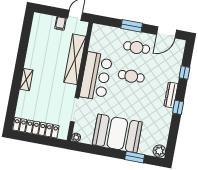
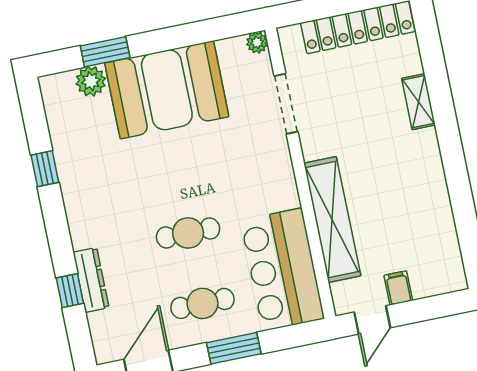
bar counter: (96, 76) -> (282, 269), moved
shelving: (26, 80) -> (419, 102), moved
dresser: (171, 95) -> (91, 280), moved
window: (178, 107) -> (45, 169), moved
plant: (159, 151) -> (91, 81), moved

